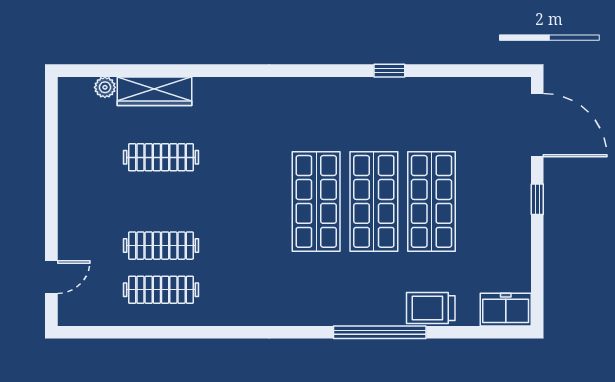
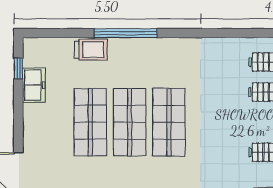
window: (537, 199) -> (18, 68), moved
freezer: (506, 310) -> (34, 85), moved, turned -90

